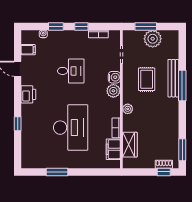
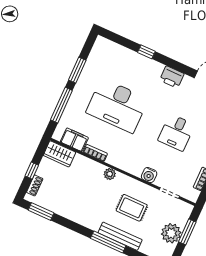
plant: (113, 91) -> (135, 168), removed
wardrobe: (130, 145) -> (59, 154), moved
window: (90, 172) -> (61, 105), added
window: (164, 172) -> (32, 171), moved

